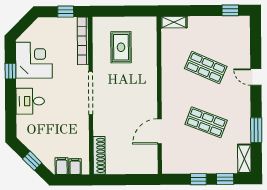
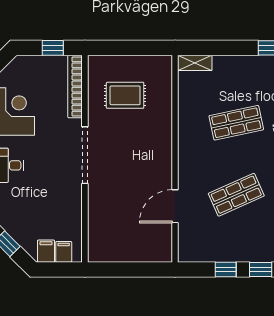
rug: (121, 47) -> (125, 95), turned 90
shop shelf: (206, 67) -> (236, 123), turned -36
shop shelf: (206, 122) -> (236, 195), turned -45
shoe rack: (99, 155) -> (95, 237), removed

